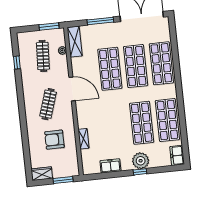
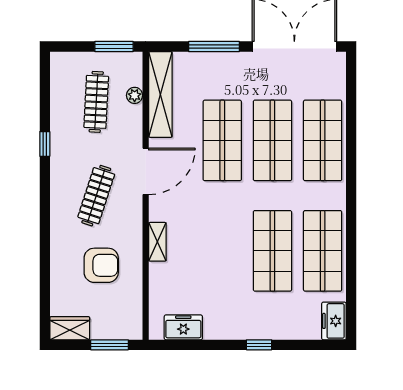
shelving: (75, 42) -> (160, 94), width x1.47
window: (17, 62) -> (45, 144), moved
door: (72, 89) -> (146, 171), hinge flipped
shelving: (84, 139) -> (157, 242), moved
armchair: (54, 140) -> (101, 265), turned 180
plant: (141, 161) -> (263, 324), removed
freezer: (110, 166) -> (183, 327), moved

